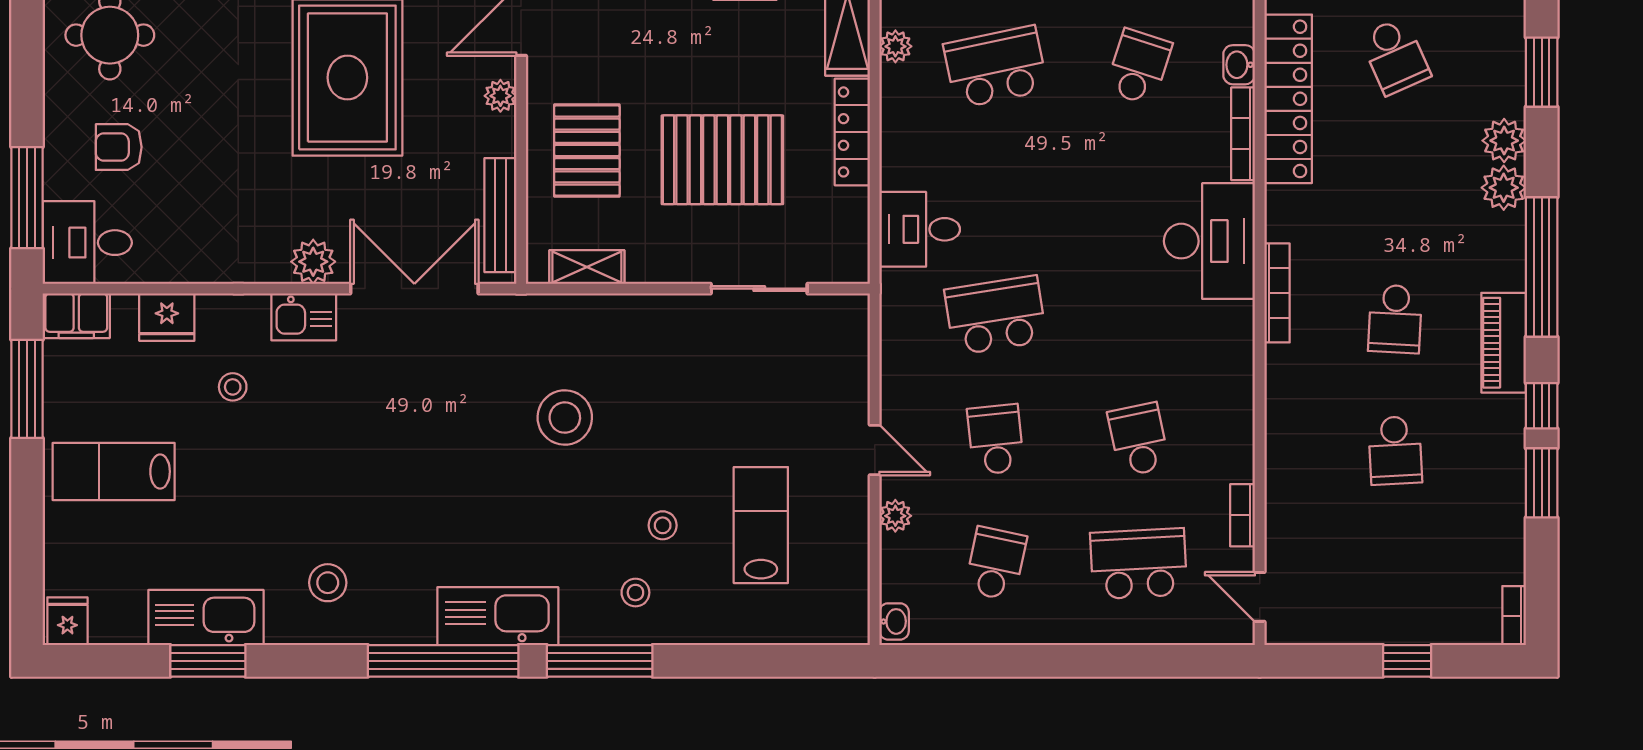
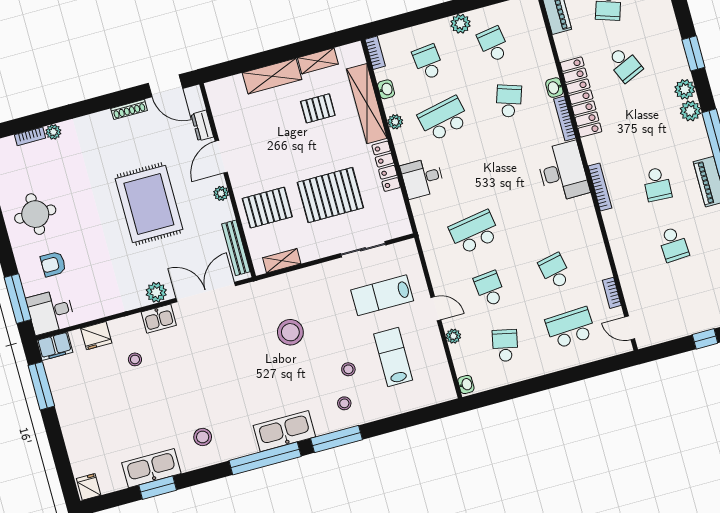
pallet: (587, 151) -> (267, 208), turned 90
desk: (920, 229) -> (422, 178), moved
lab bench: (114, 472) -> (382, 295), moved

